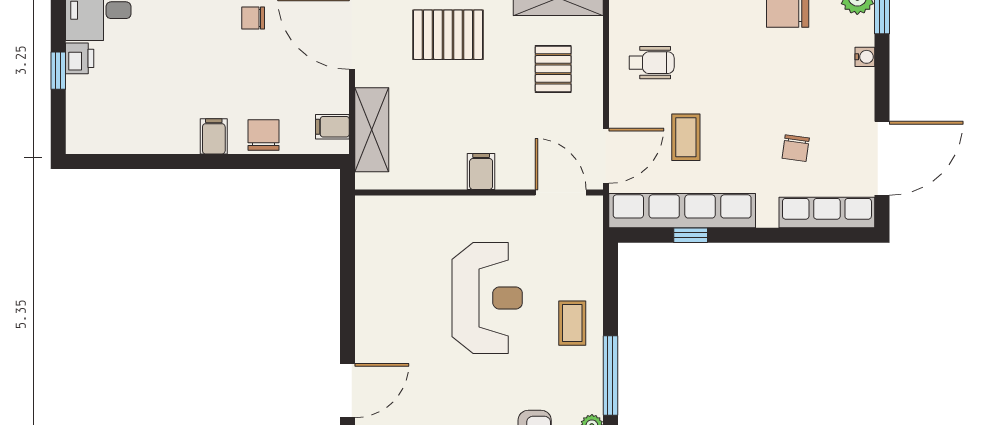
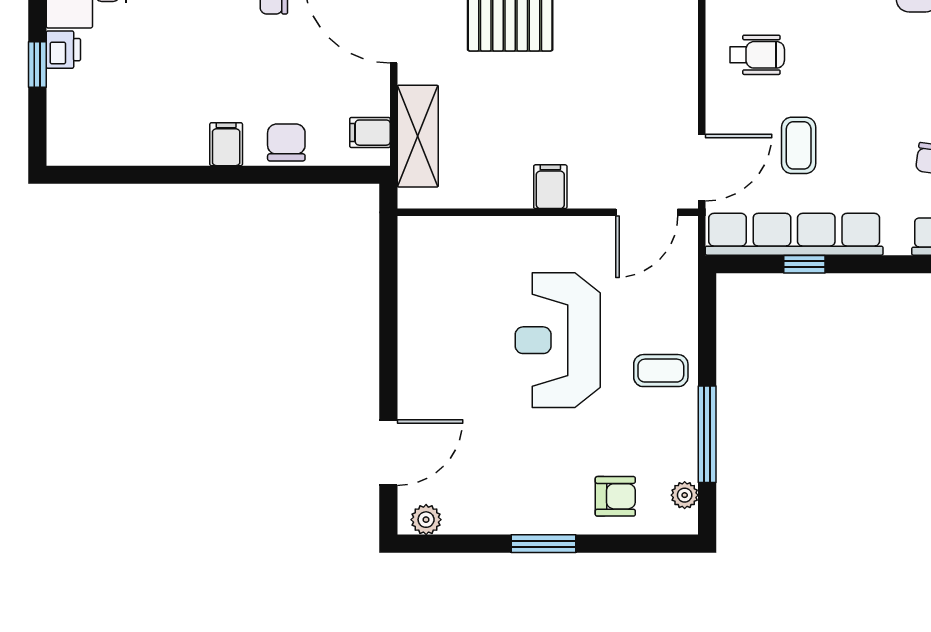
pallet: (553, 69) -> (638, 62), removed
door: (561, 193) -> (647, 212), swing flipped
reception desk: (487, 298) -> (558, 340), turned 180
coffee table: (572, 323) -> (661, 371), turned 90

